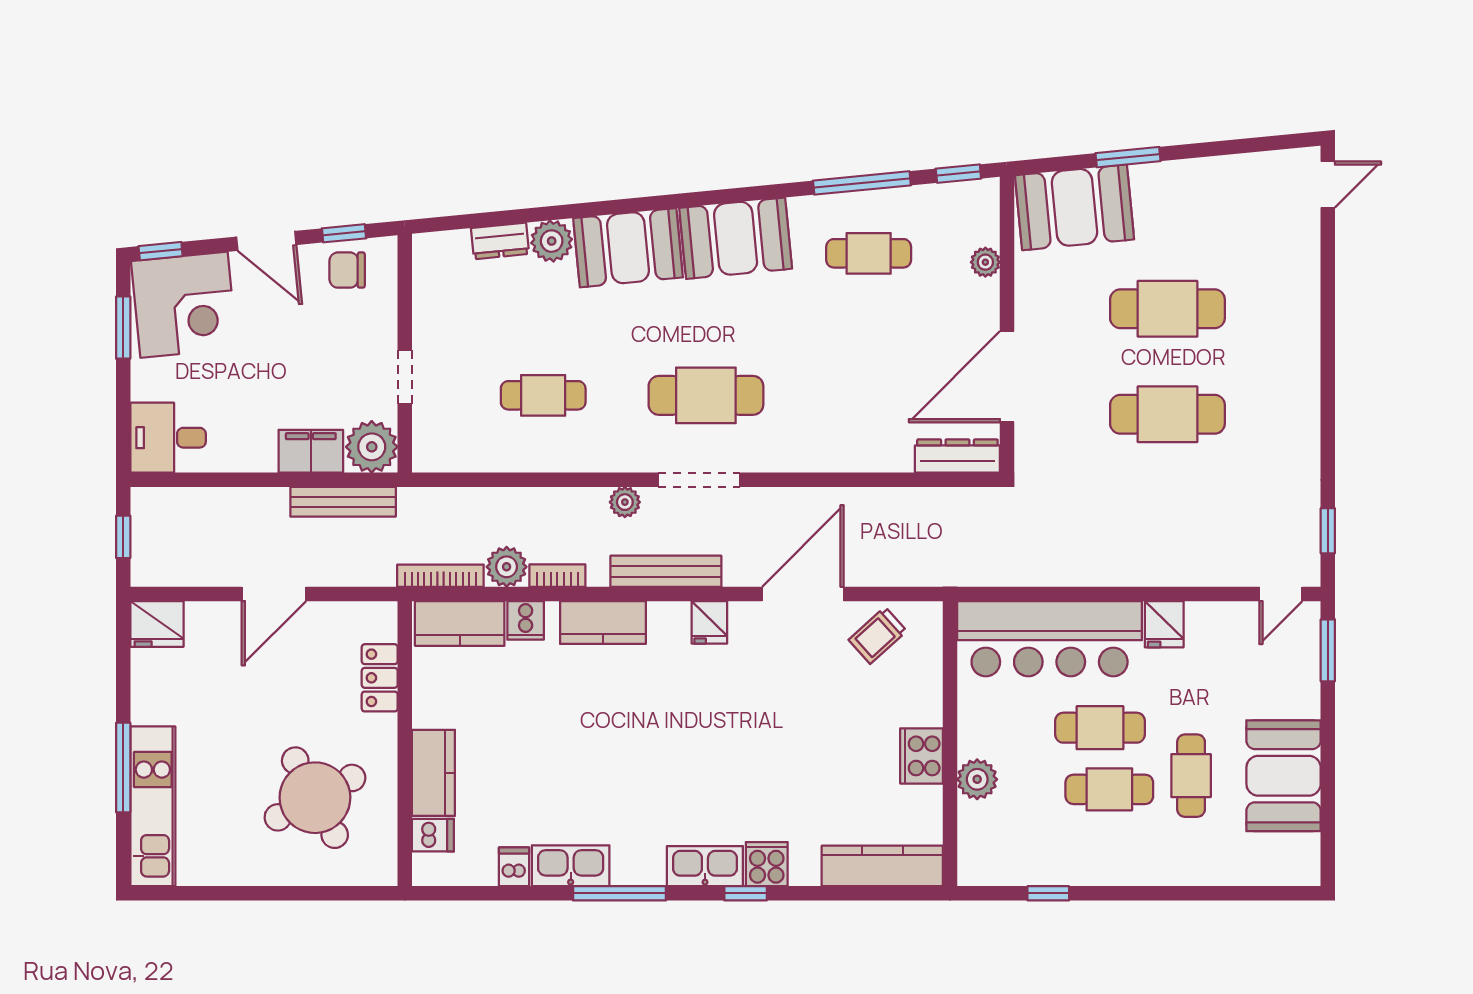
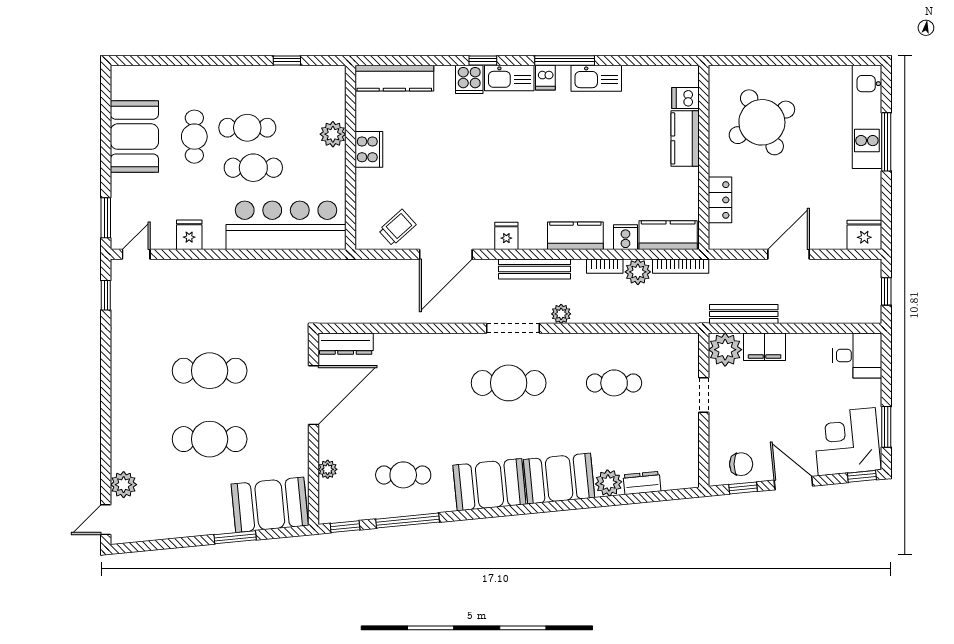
plant: (1300, 238) -> (124, 485), added
fridge: (1164, 624) -> (189, 235), moved
dishwasher: (514, 867) -> (545, 78), moved

